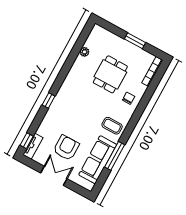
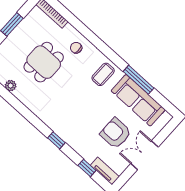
dining table: (110, 74) -> (44, 62), turned 90
window: (27, 141) -> (87, 168), moved

